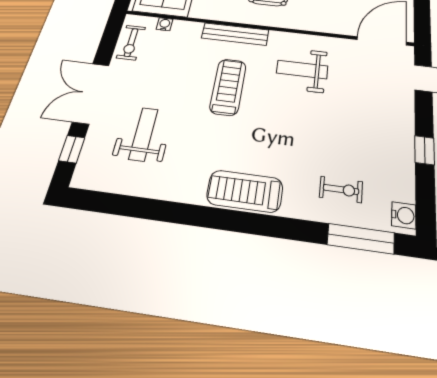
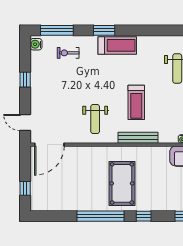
weight bench: (302, 69) -> (95, 119), turned 90
window: (266, 225) -> (104, 30), added

